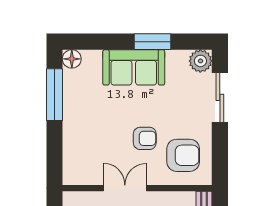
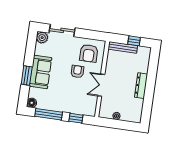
window: (152, 42) -> (27, 76), moved
window: (54, 148) -> (76, 118), added
armchair: (183, 155) -> (89, 53), turned 180

